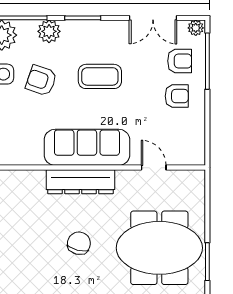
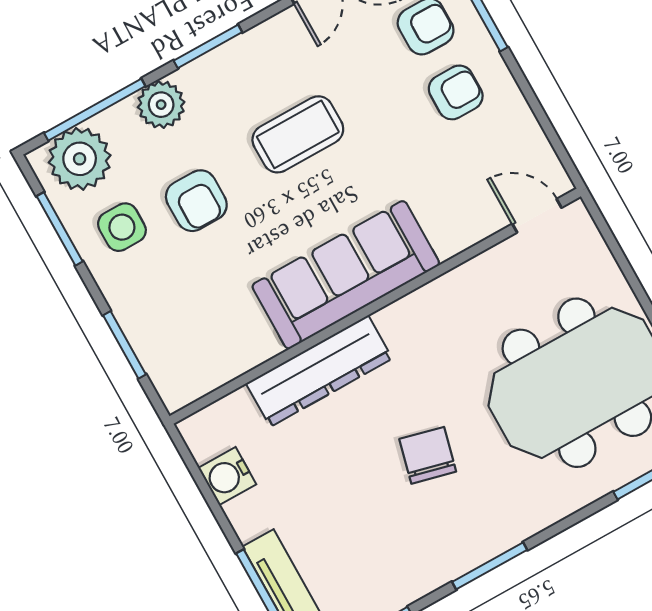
armchair: (41, 80) -> (196, 201), turned -109
door: (154, 168) -> (537, 216), moved
dresser: (80, 182) -> (319, 371), moved

